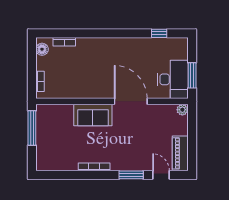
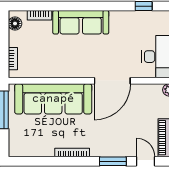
sofa: (102, 48) -> (81, 22), added
door: (131, 101) -> (112, 81), swing flipped
sofa: (93, 115) -> (53, 99), width x1.85, depth x1.27

